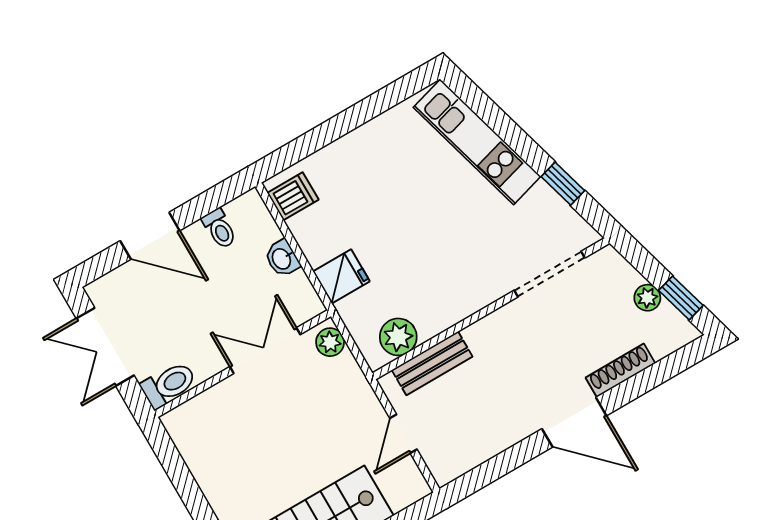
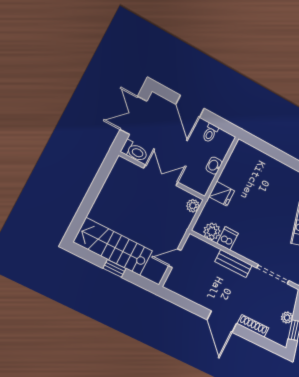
dishwasher: (293, 196) -> (228, 238), moved, turned -90
double door: (265, 351) -> (161, 175), moved
bench: (432, 363) -> (233, 264), moved

